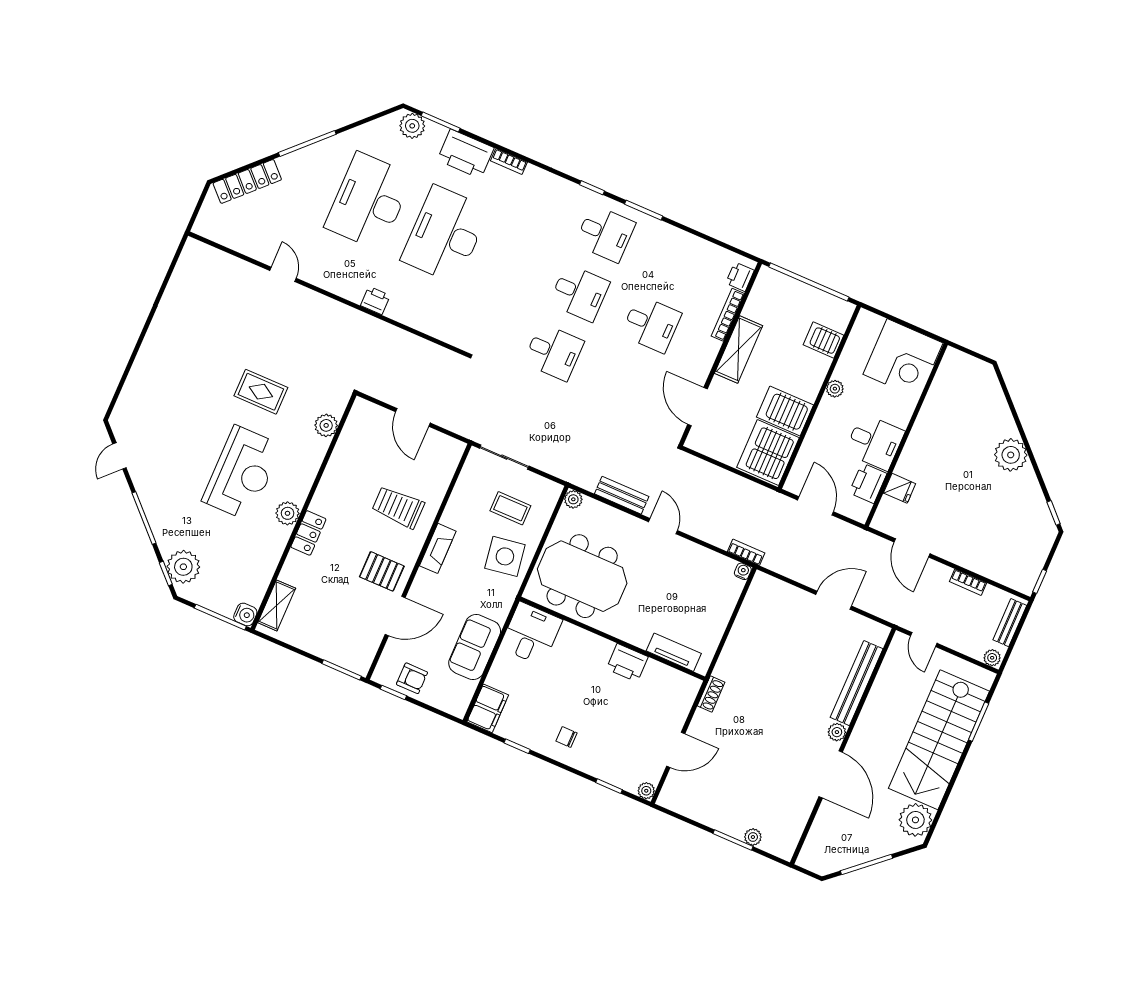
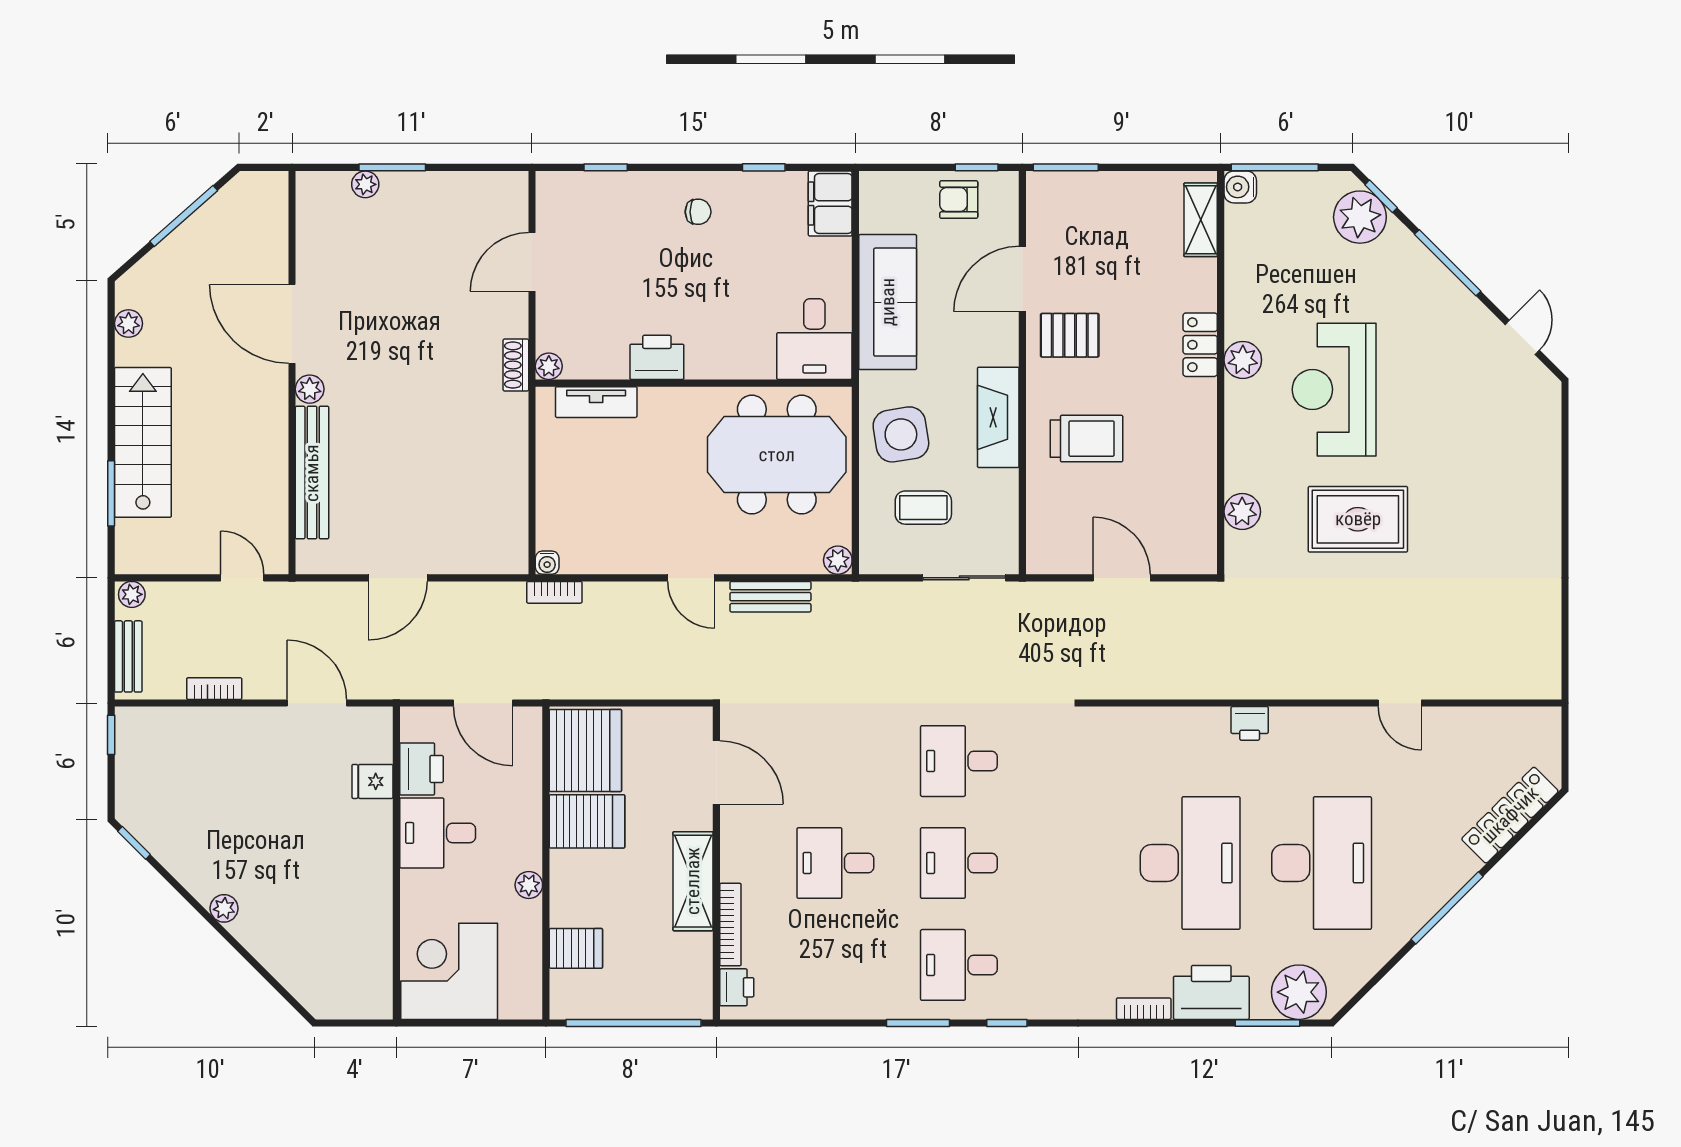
plant: (412, 126) -> (1299, 992), width x1.36, depth x1.36
rug: (261, 392) -> (1358, 519), width x1.36, depth x1.43
plant: (1011, 455) -> (224, 908), width x0.53, depth x0.53
fireplace: (438, 548) -> (998, 417), width x1.37, depth x1.32
sofa: (475, 647) -> (888, 302), width x1.36
stairs: (939, 740) -> (143, 442), width x0.73, depth x0.66
plant: (646, 791) -> (549, 366), moved
plant: (915, 820) -> (129, 323), width x0.53, depth x0.53

